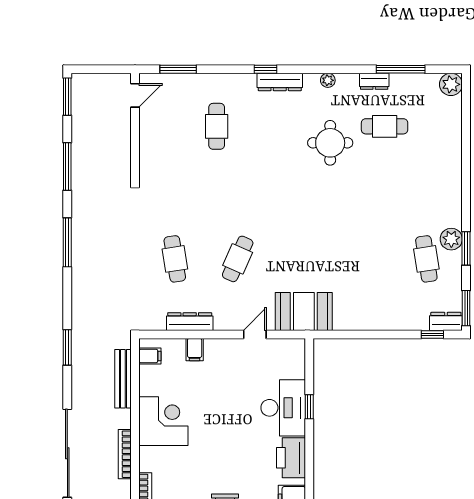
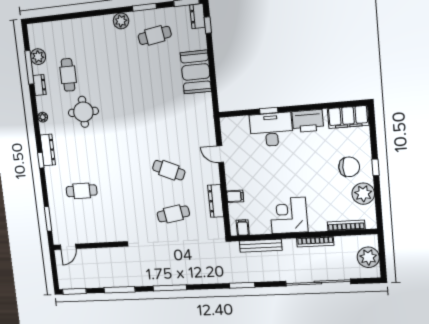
plant: (451, 84) -> (38, 57), moved
door: (135, 95) -> (68, 247), swing flipped
plant: (451, 239) -> (121, 21), moved
booth: (304, 311) -> (196, 72), moved

